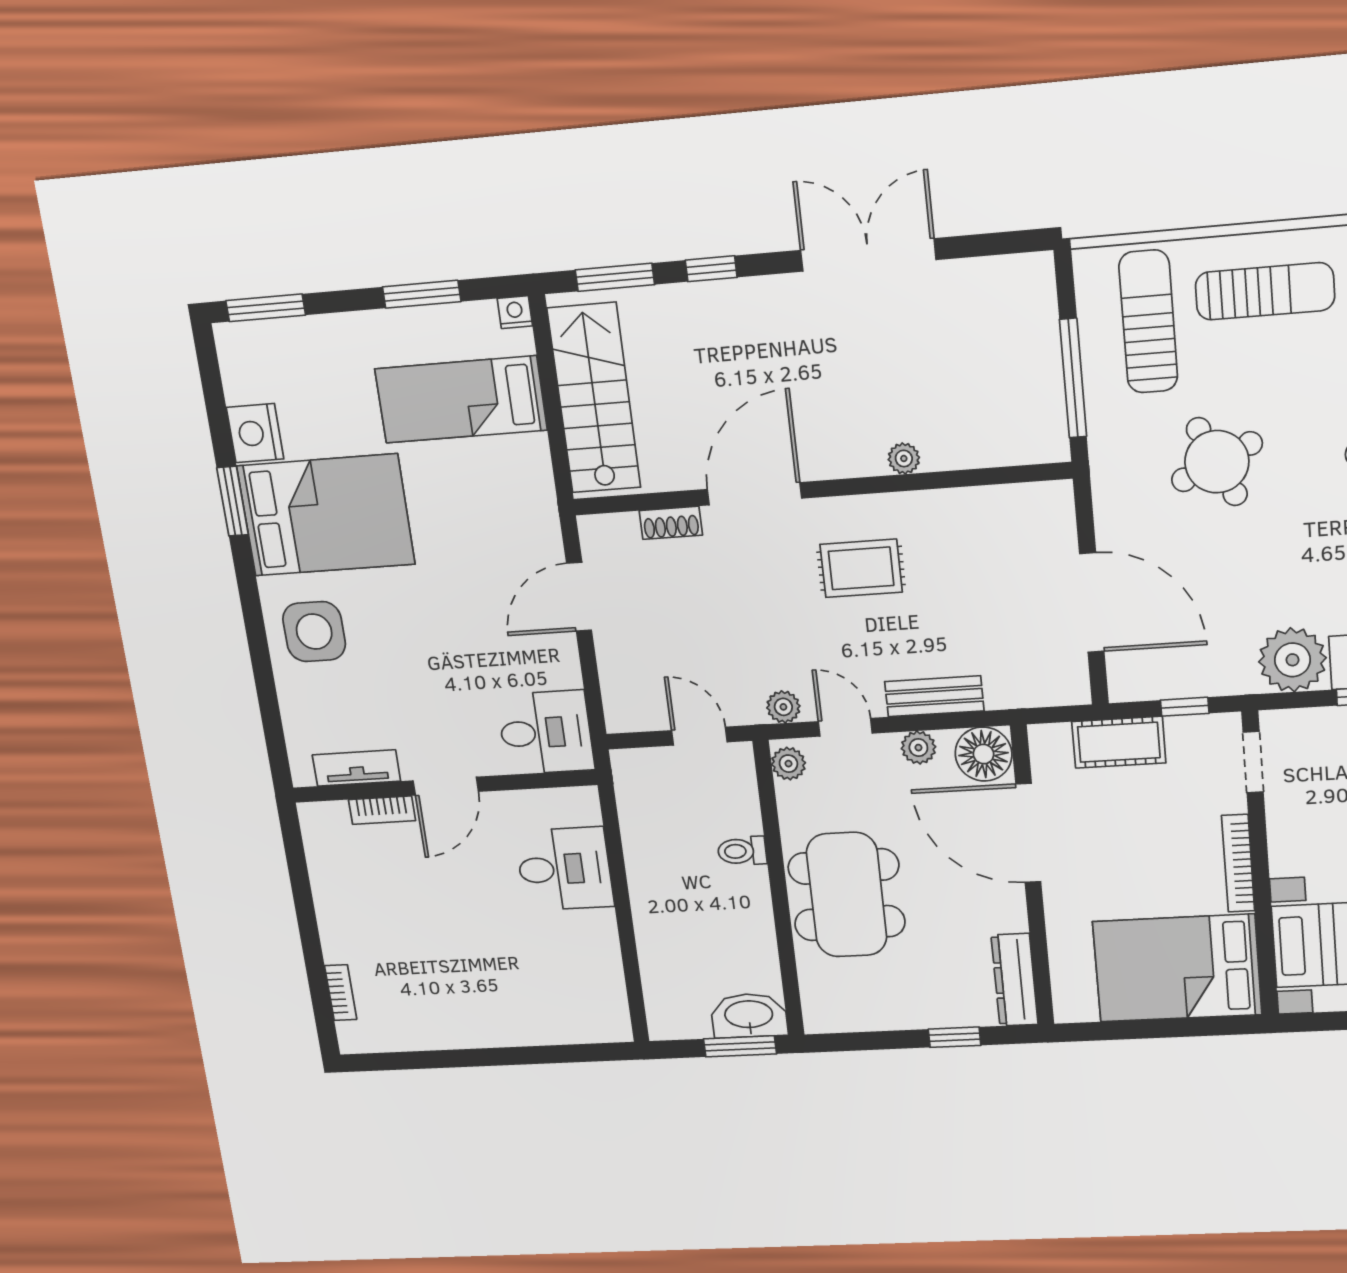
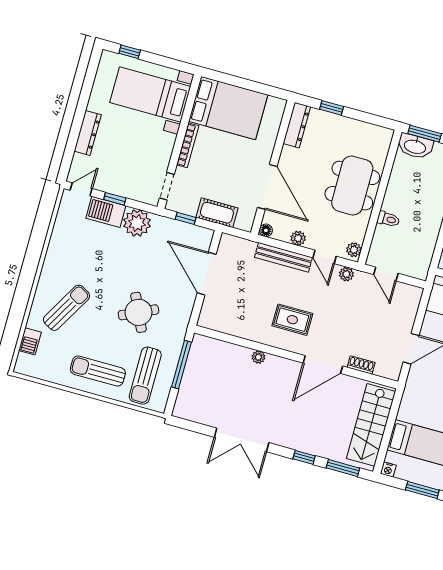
bench: (934, 696) -> (283, 257), width x1.36
floor lamp: (984, 754) -> (266, 230), width x0.53, depth x0.53

